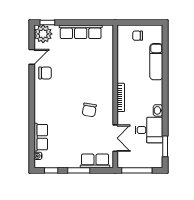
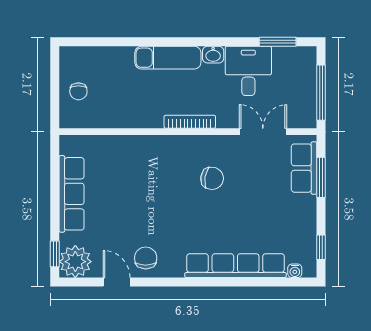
exam couch: (156, 62) -> (168, 58), moved
row of seats: (41, 137) -> (236, 266), width x2.02
window: (79, 170) -> (321, 177), moved

